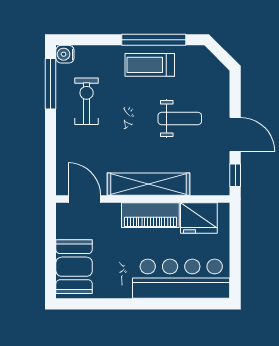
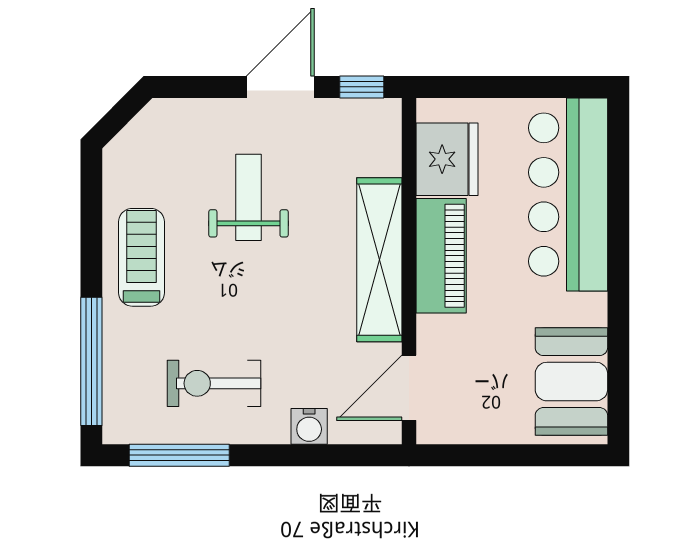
window: (154, 40) -> (91, 361), moved
water cooler: (65, 54) -> (309, 426), moved
treadmill: (150, 65) -> (142, 257), turned 180
booth: (74, 267) -> (571, 382), moved, turned 90

